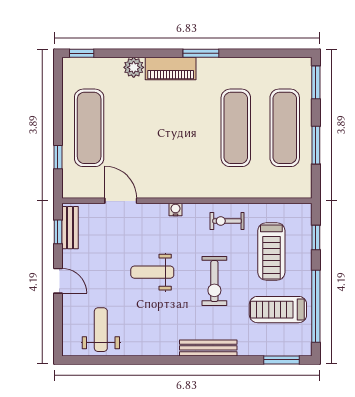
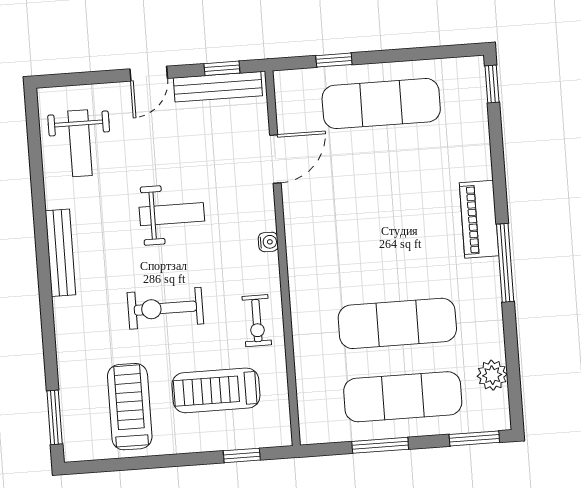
window: (201, 53) -> (505, 263), width x1.44
plant: (134, 67) -> (492, 375), moved
exercise bike: (227, 221) -> (257, 321), turned 180
bench: (70, 228) -> (218, 87), width x1.36
weight bench: (152, 272) -> (172, 214), turned 90
window: (316, 306) -> (139, 463), removed
weight bench: (101, 330) -> (80, 143), turned 90
bench: (208, 348) -> (60, 253), moved

